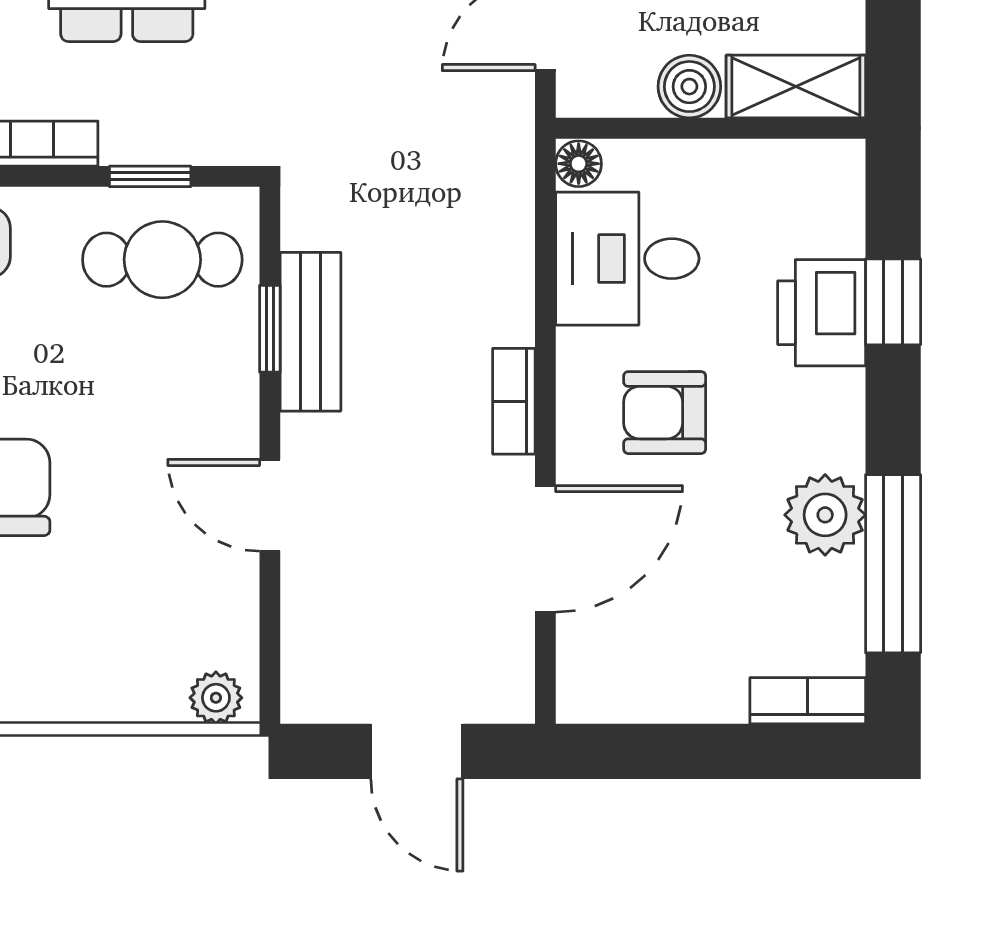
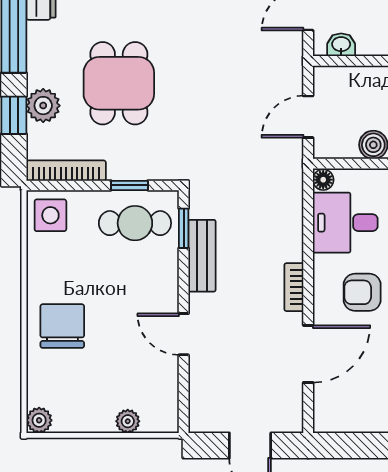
window: (270, 329) -> (184, 228), moved
plant: (216, 698) -> (128, 421), moved

